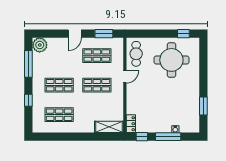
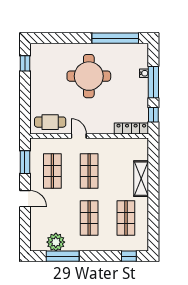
plant: (40, 45) -> (56, 242), moved
round table: (171, 60) -> (89, 76), moved
window: (28, 100) -> (129, 256), moved
window: (203, 106) -> (115, 38), width x2.11
locker: (131, 124) -> (131, 128), width x1.53
shelving: (109, 127) -> (141, 179), moved

